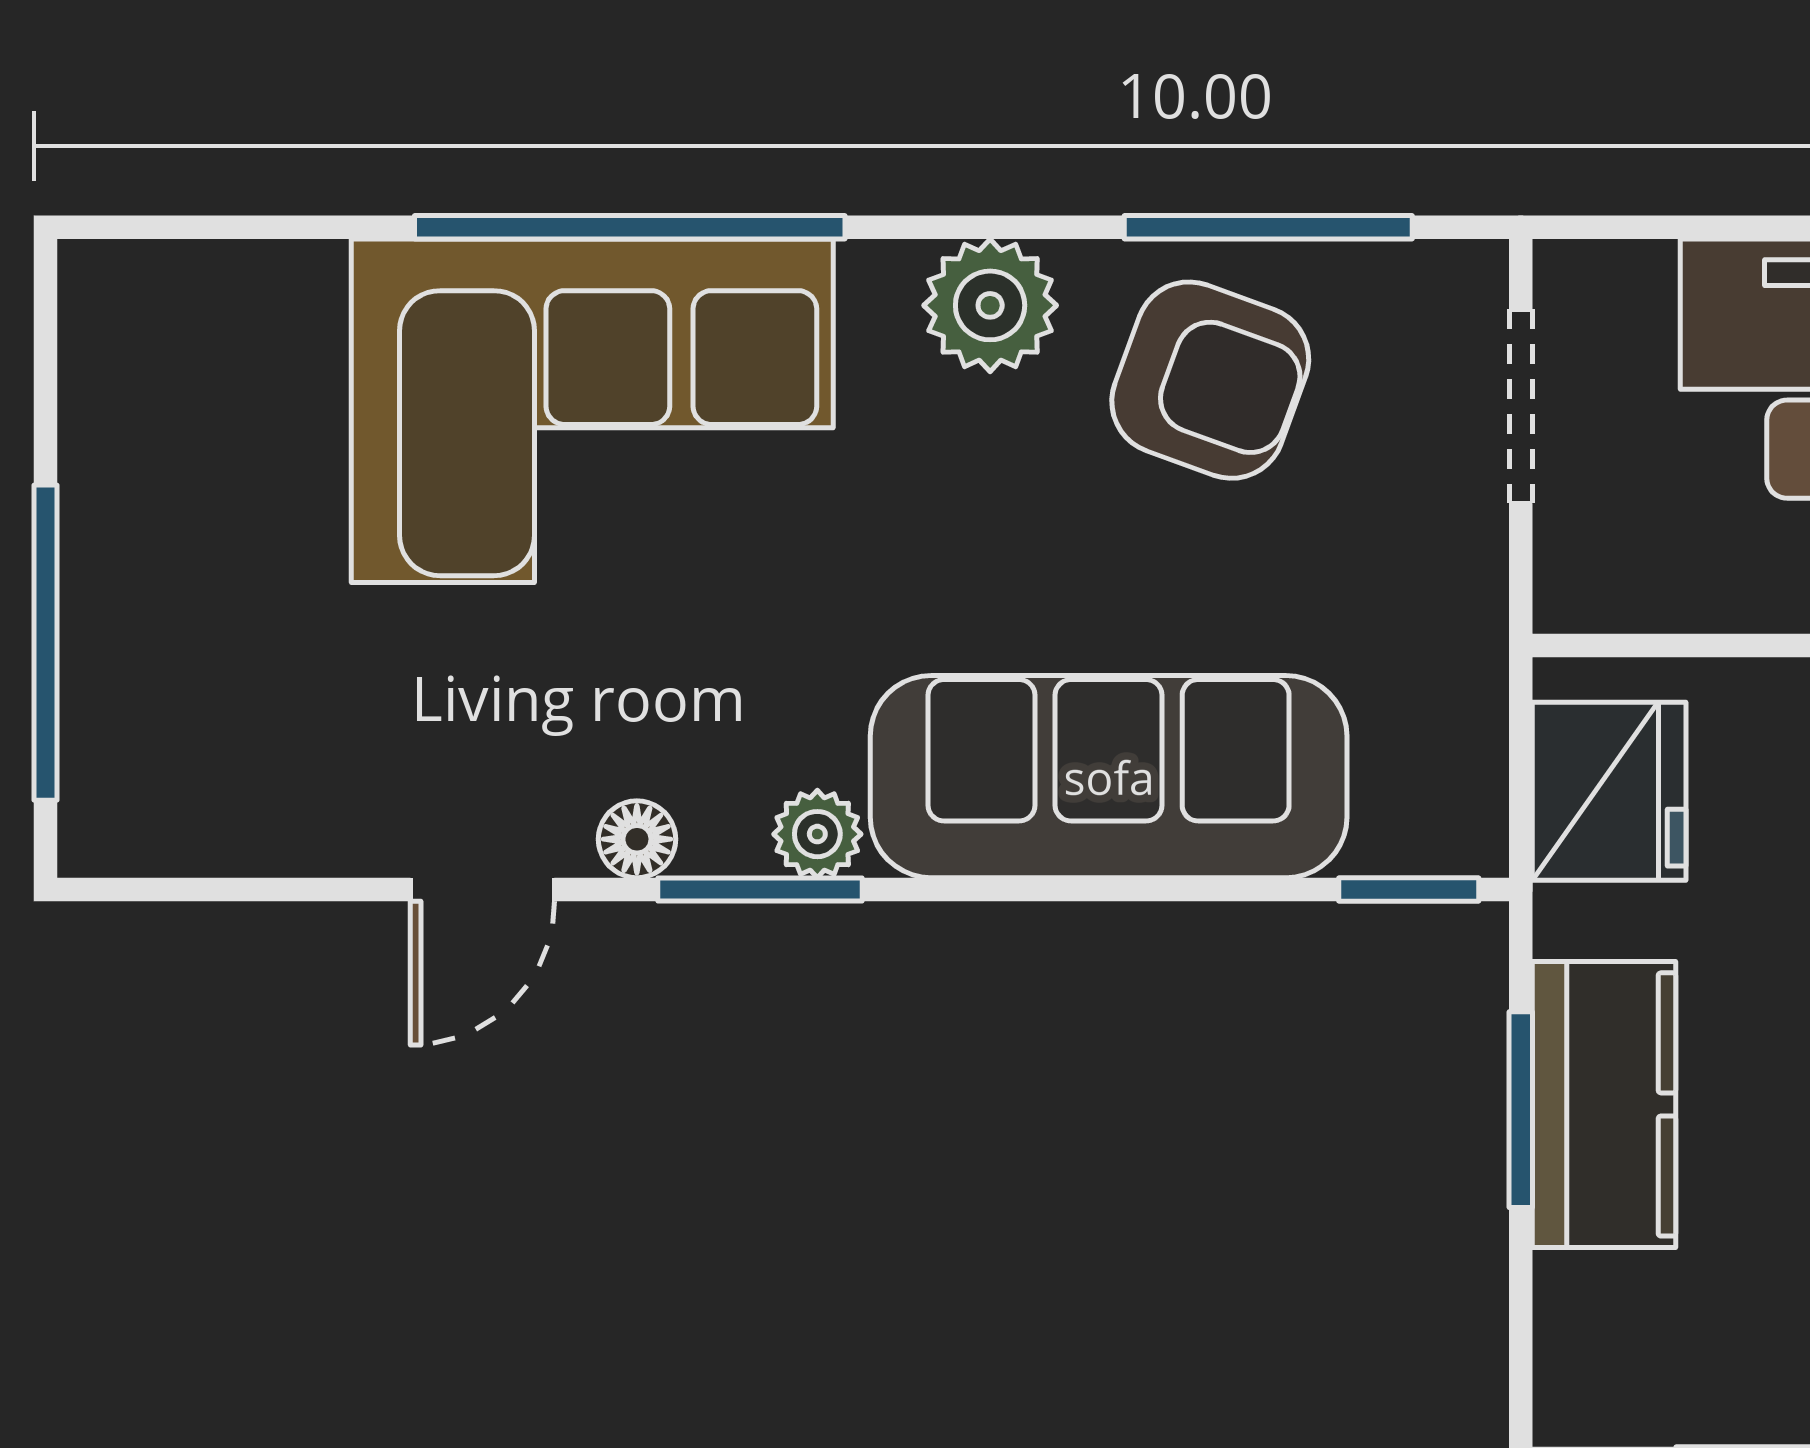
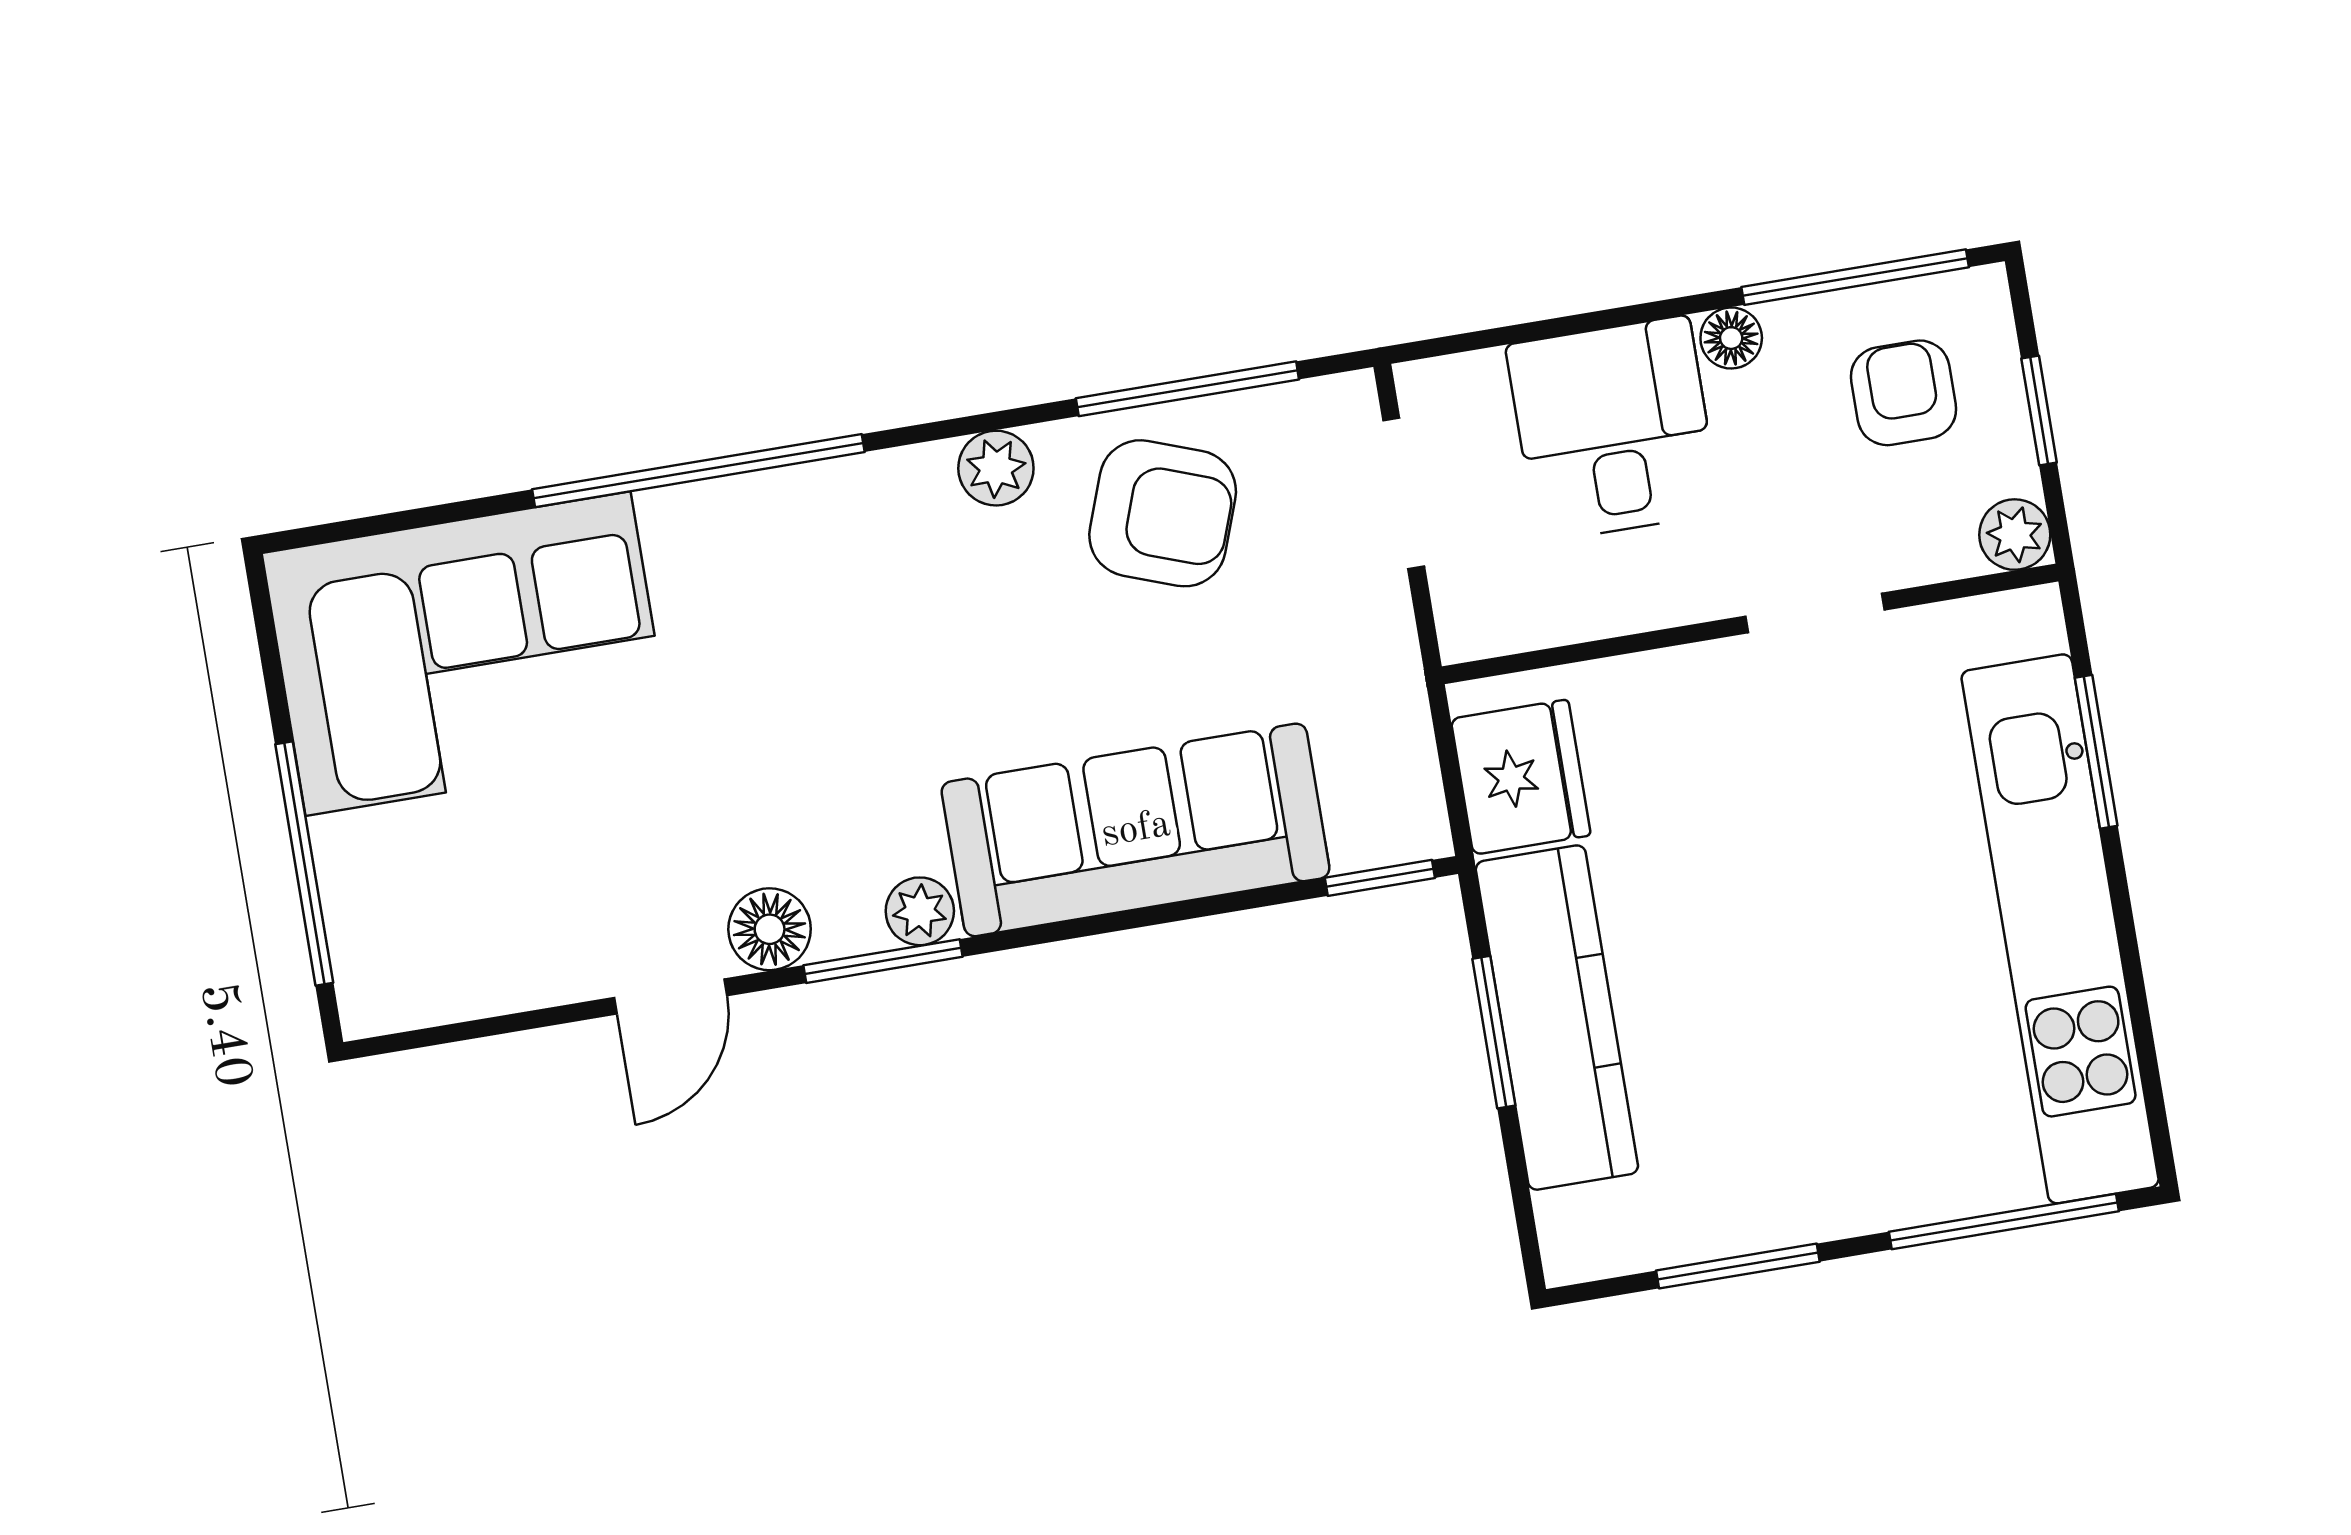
plant: (990, 305) -> (996, 468), width x0.73, depth x0.73
corner sofa: (592, 411) -> (468, 654), moved
floor lamp: (637, 839) -> (770, 929), width x1.37, depth x1.37
kitchen counter: (1604, 1104) -> (1557, 1018), width x1.50

